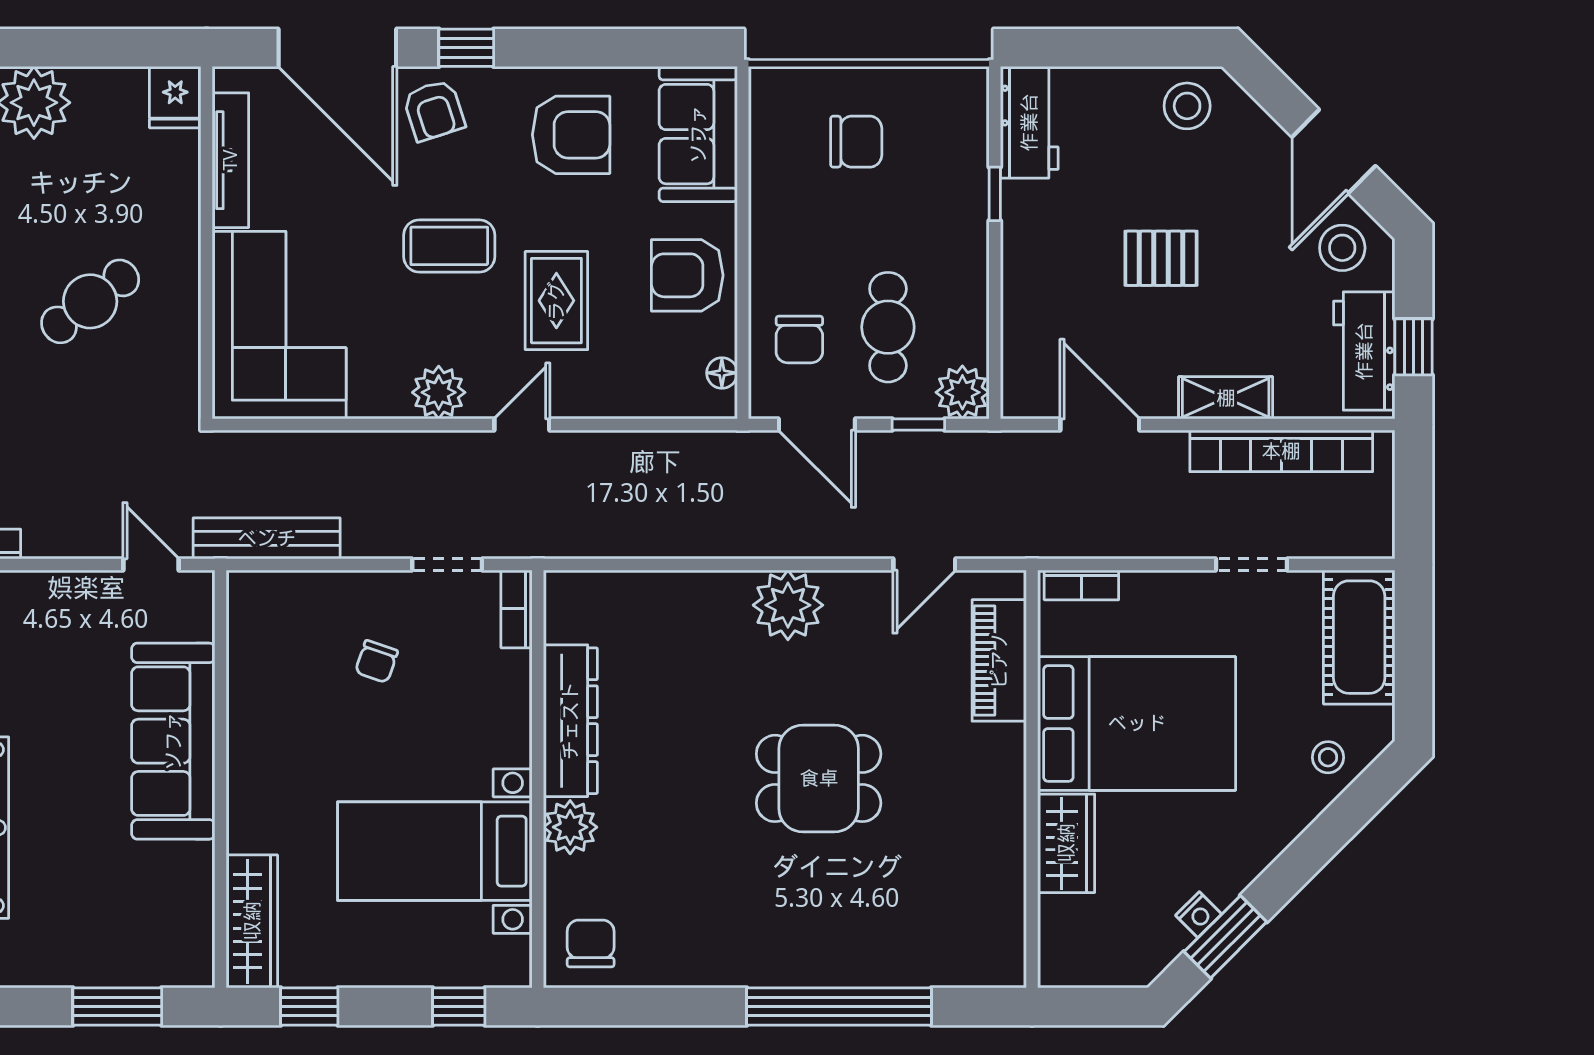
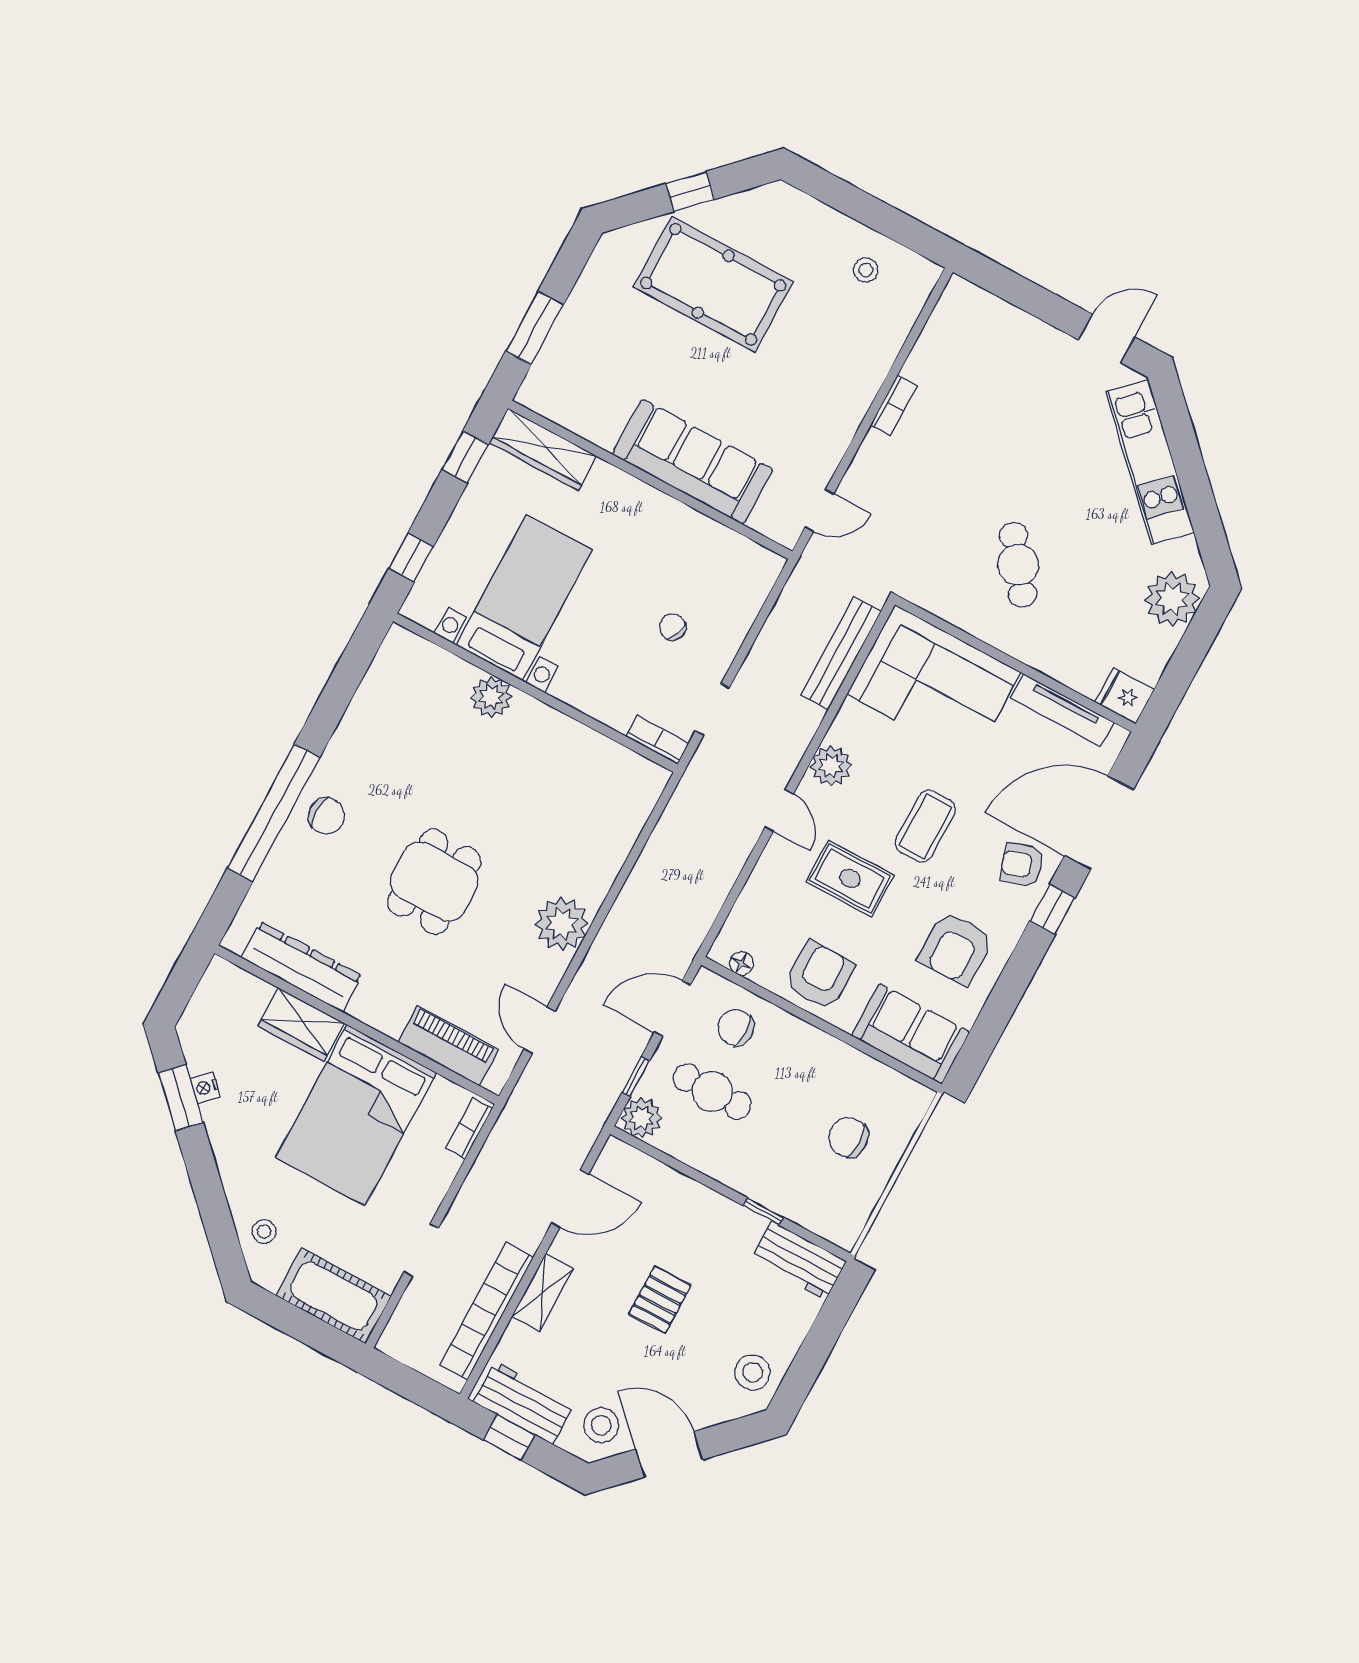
chair: (856, 142) -> (848, 1137), turned 90
bench: (267, 538) -> (841, 653), moved
dresser: (570, 721) -> (302, 967), moved, turned 180
chair: (591, 944) -> (326, 816), moved

